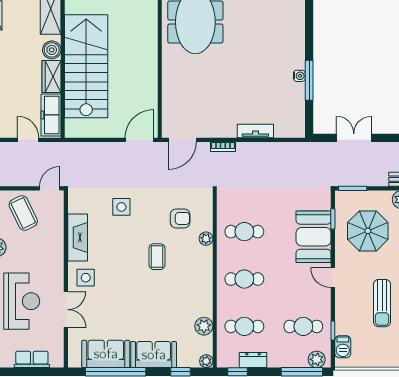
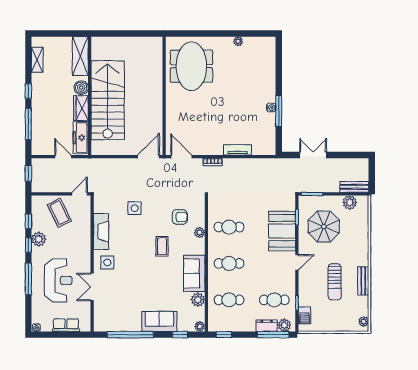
door: (182, 140) -> (181, 157), swing flipped
door: (333, 278) -> (297, 262), swing flipped
double door: (66, 310) -> (92, 287), swing flipped
sofa: (106, 354) -> (194, 273), moved, turned -90
dresser: (253, 360) -> (267, 326), moved

